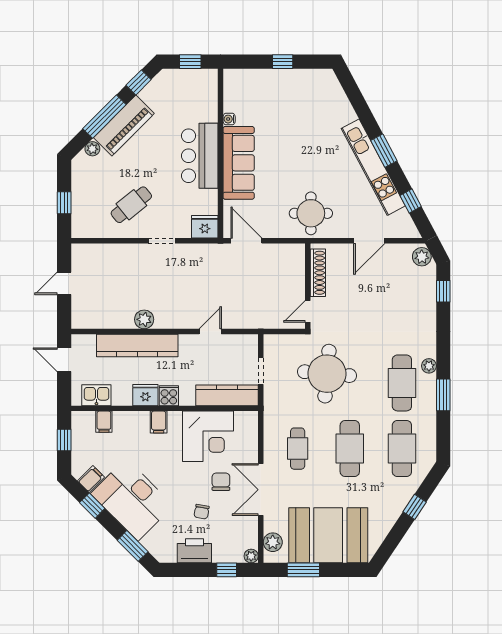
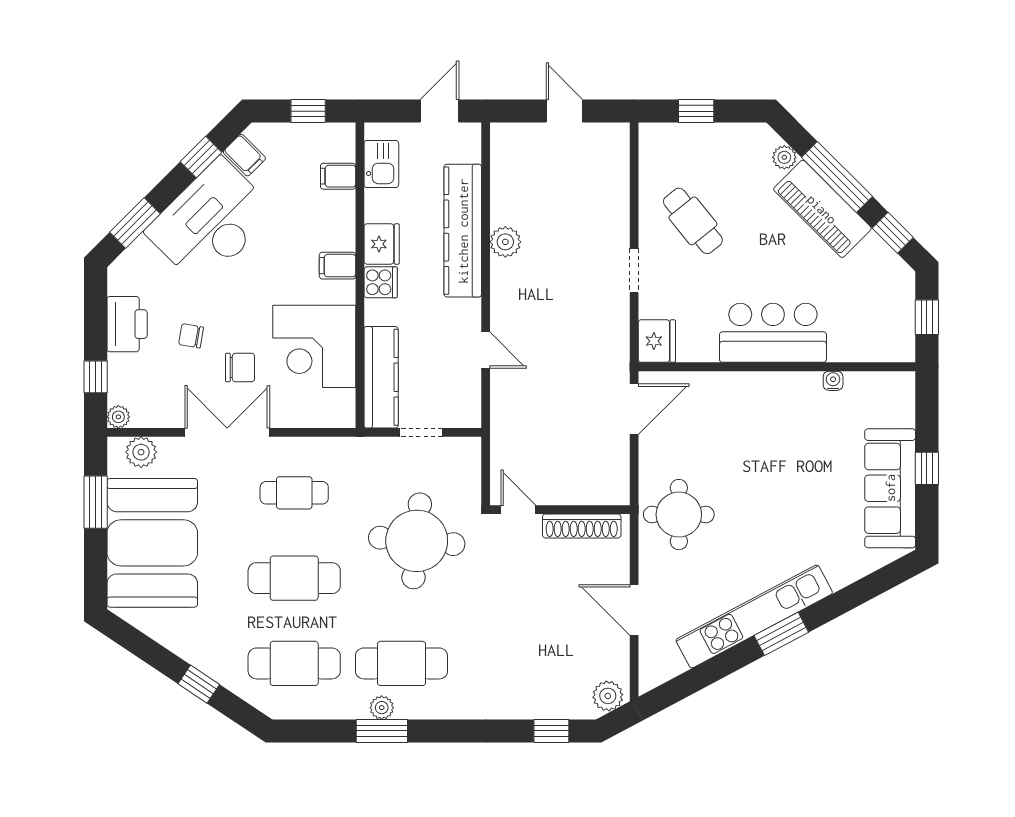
sofa: (239, 163) -> (890, 488), moved, turned 90
window: (411, 201) -> (699, 678), removed
plant: (429, 366) -> (382, 708), moved

